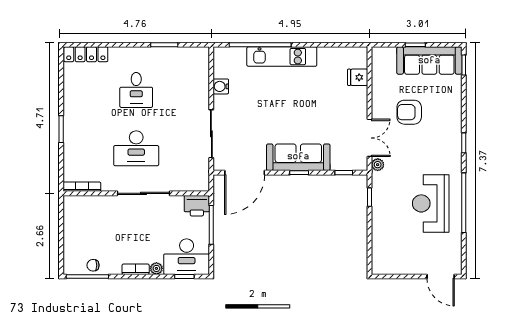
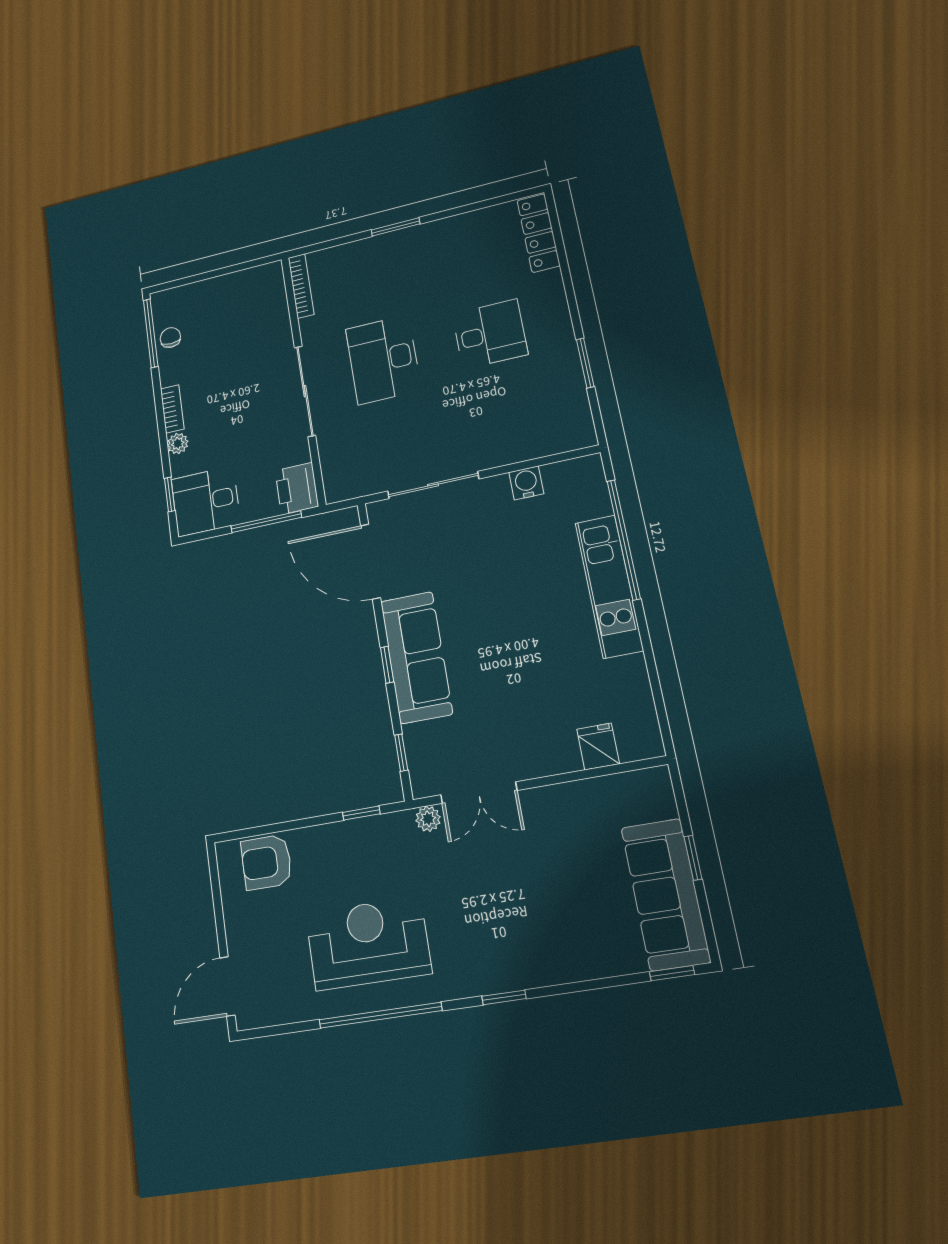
desk: (136, 90) -> (490, 334), turned 180
armchair: (409, 112) -> (266, 862), moved, turned -90
desk: (187, 257) -> (206, 501), width x0.73

